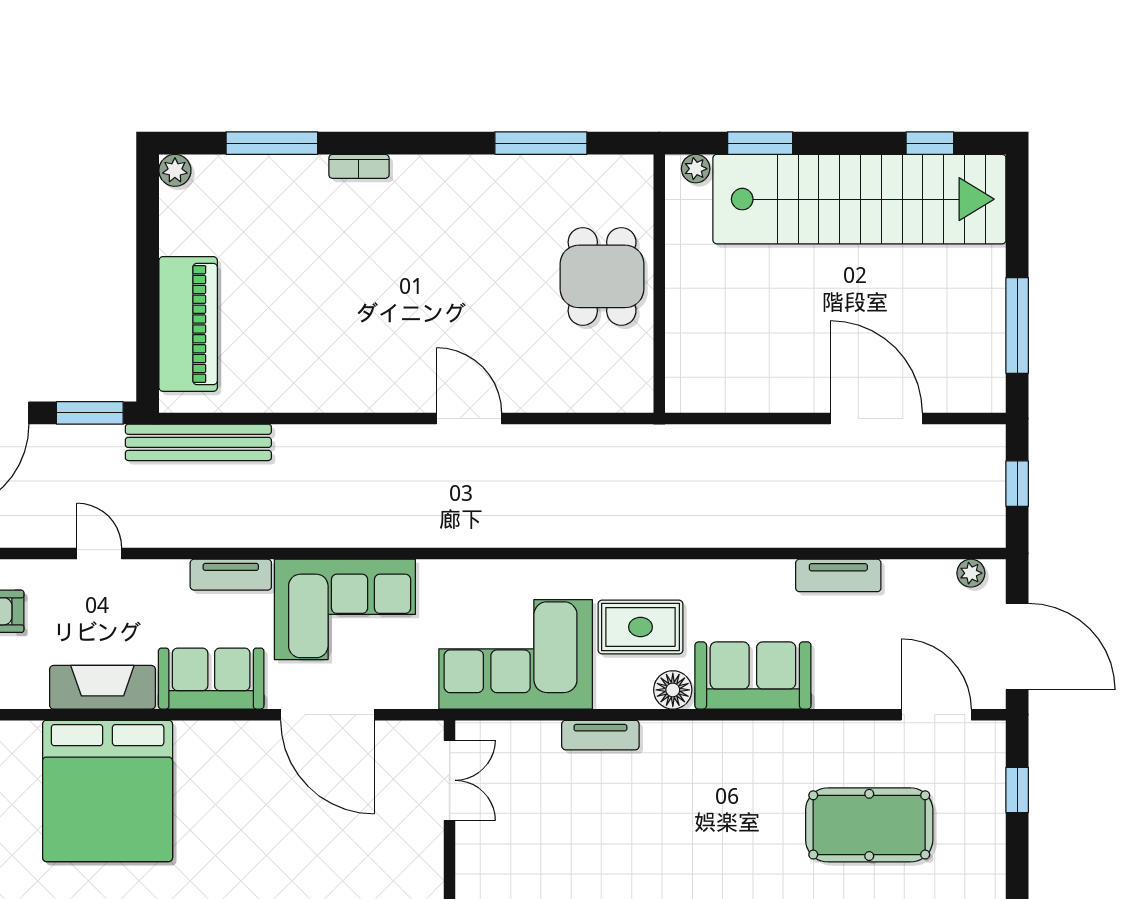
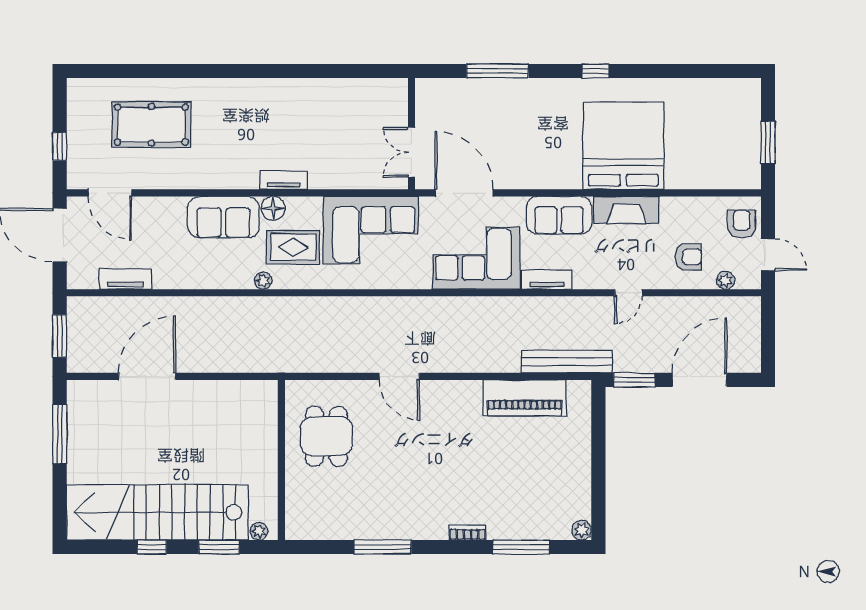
window: (541, 143) -> (383, 547), moved
window: (930, 143) -> (152, 547), moved
dining table: (602, 276) -> (326, 436), moved
piano: (188, 324) -> (525, 398), moved, turned -90
door: (876, 419) -> (147, 376), swing flipped
window: (1017, 484) -> (60, 336), width x1.50
door: (99, 553) -> (628, 293), hinge flipped
plant: (971, 573) -> (263, 281), moved
tv unit: (838, 575) -> (125, 279), moved
door: (327, 715) -> (464, 193), moved
tv unit: (600, 735) -> (284, 180), moved

